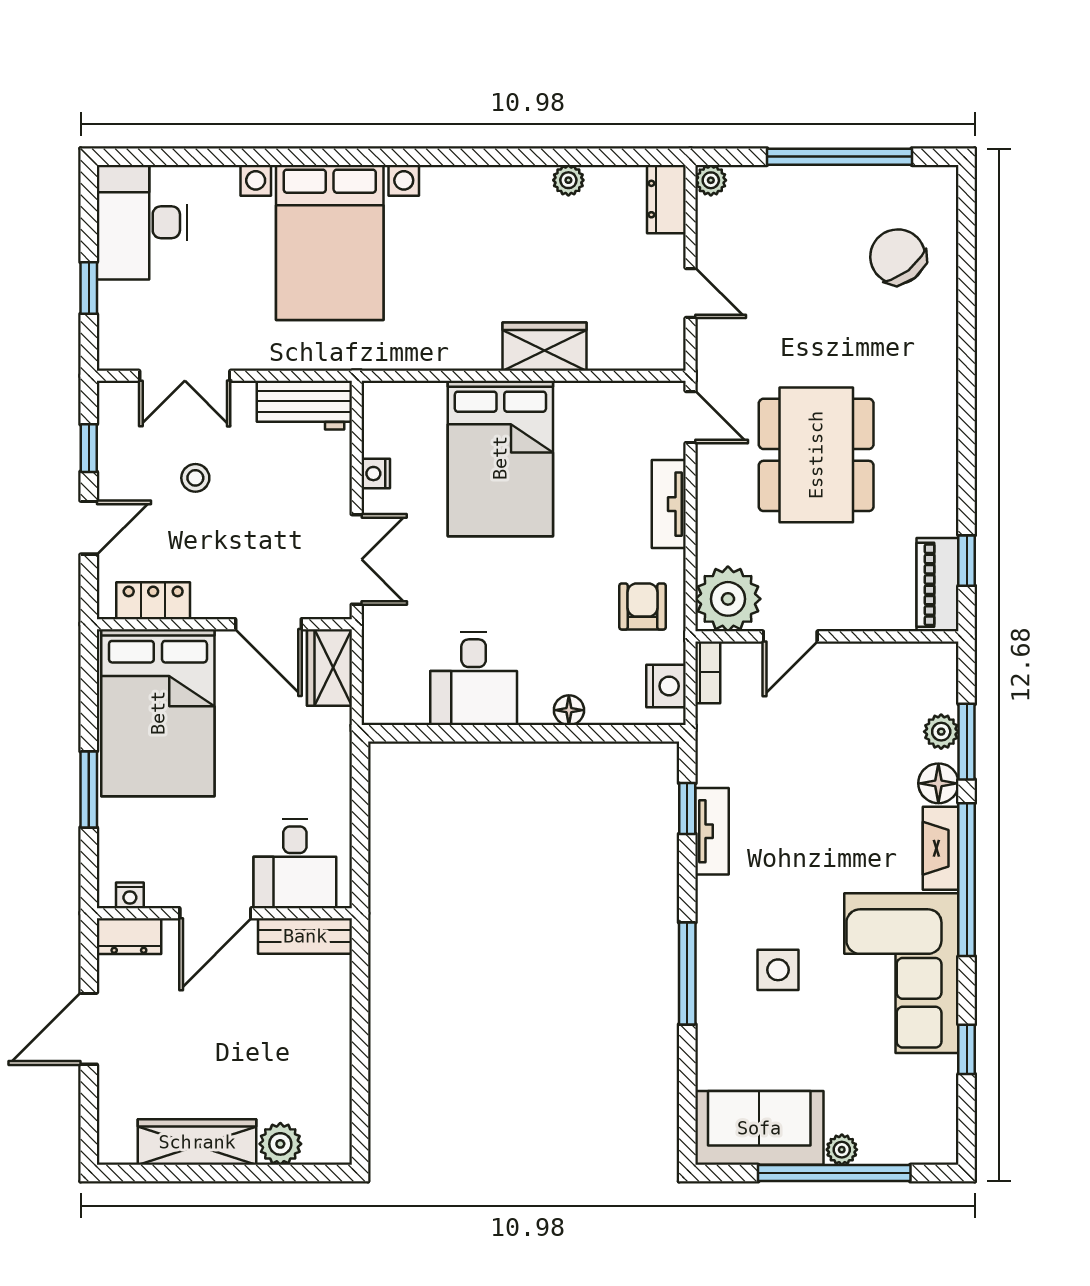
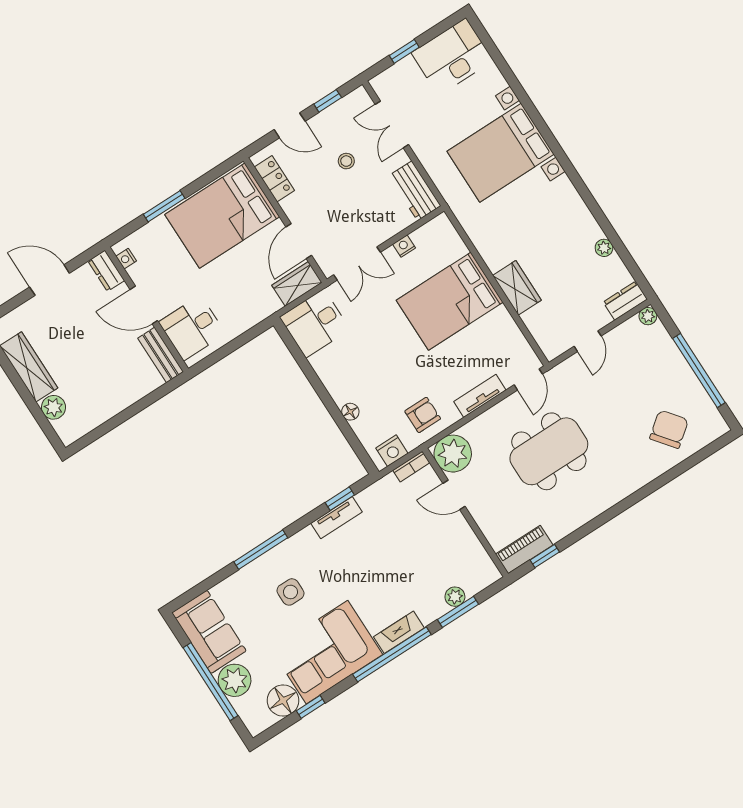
desk: (474, 678) -> (315, 323), moved
floor lamp: (938, 783) -> (283, 700), moved, width x1.38, depth x1.38
plant: (842, 1150) -> (235, 680), width x1.88, depth x1.88

